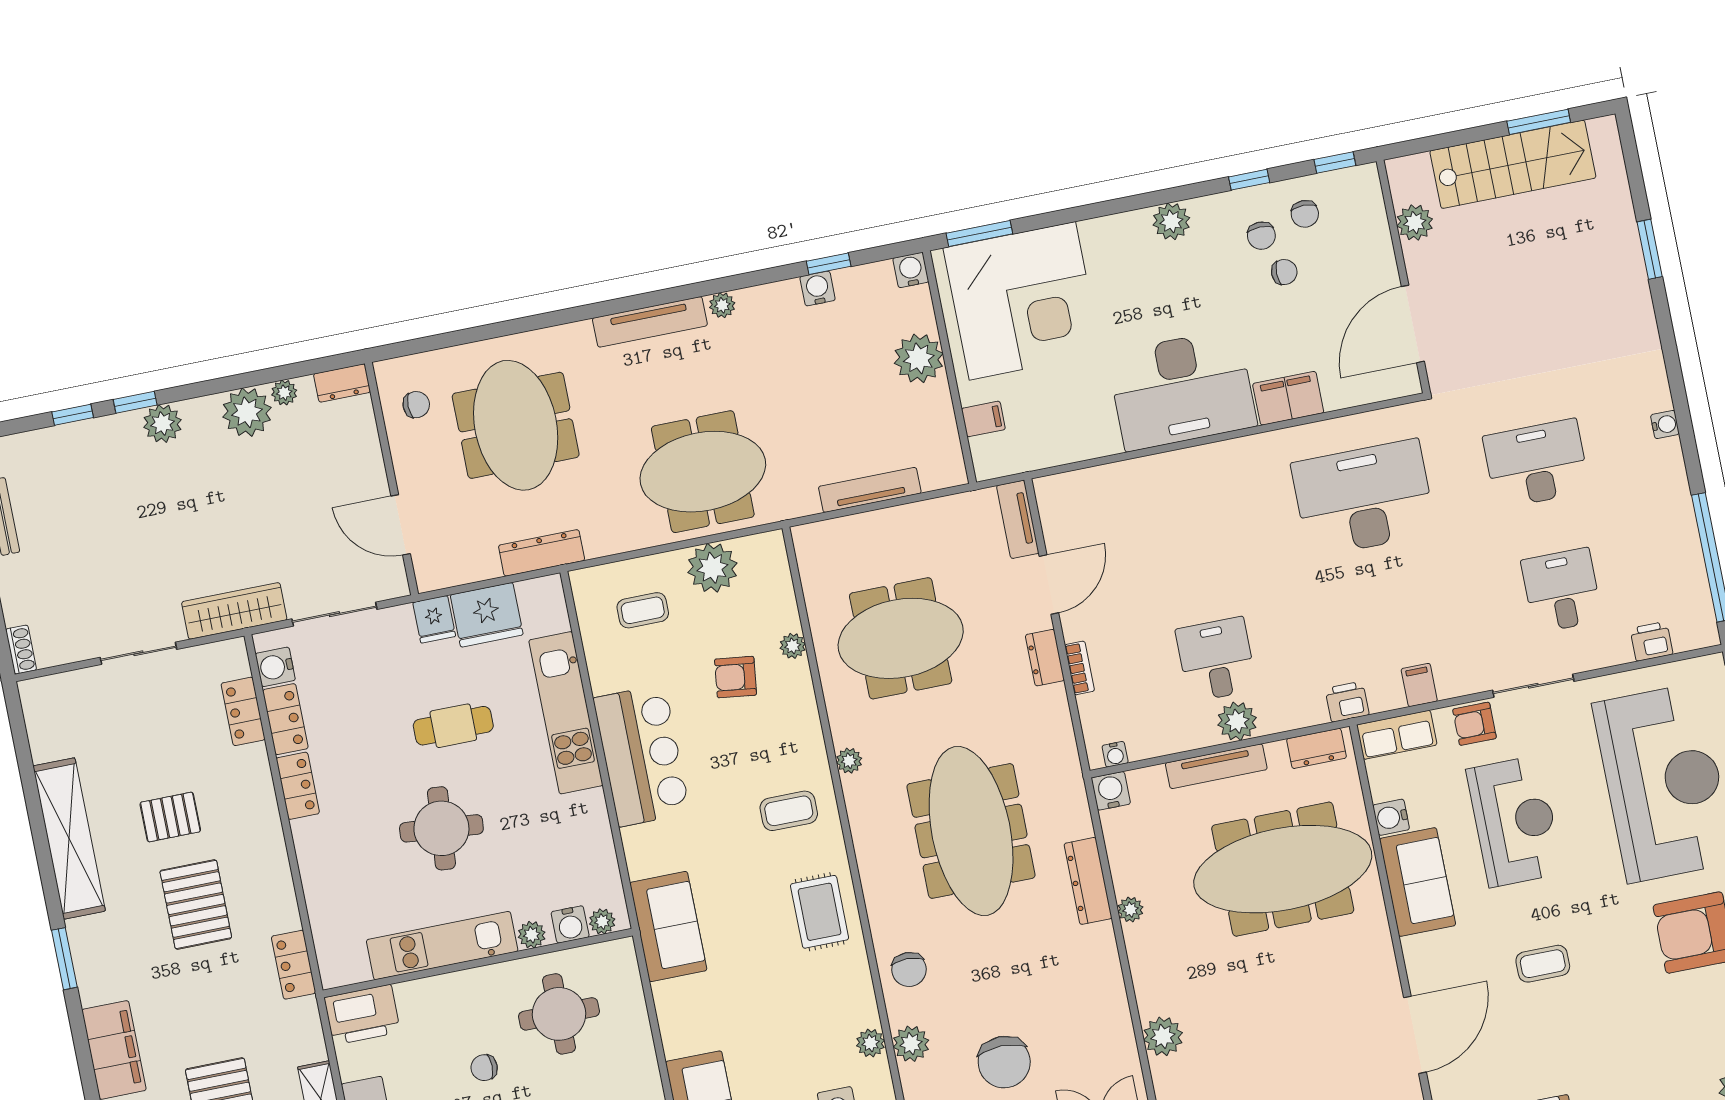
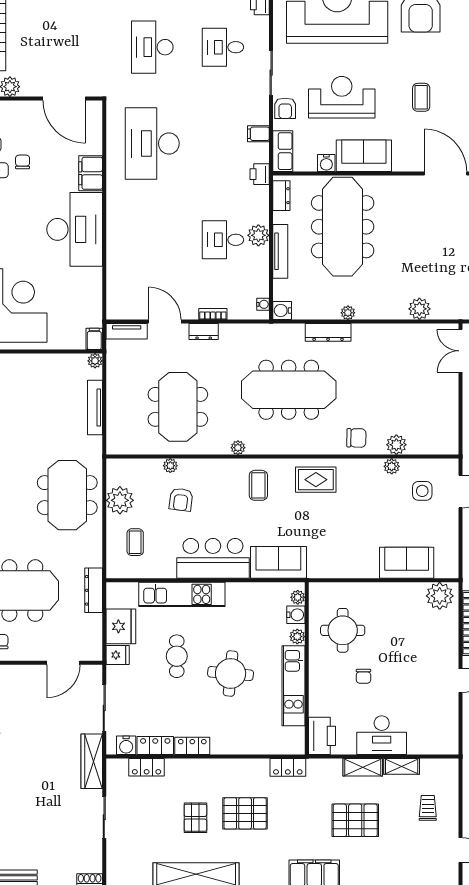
plant: (919, 358) -> (95, 361), moved, width x0.53, depth x0.53
filing cabinet: (983, 419) -> (94, 339), moved
sofa: (668, 927) -> (278, 562), moved
chair: (1004, 1062) -> (416, 397), removed

